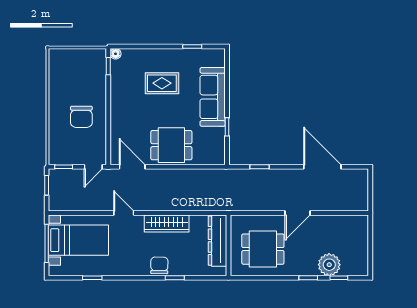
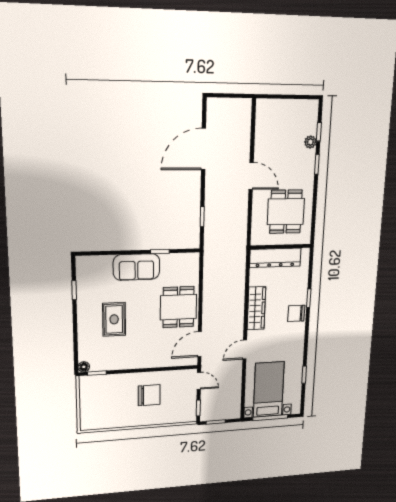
sofa: (213, 97) -> (136, 267), width x0.73
plant: (329, 265) -> (310, 142), width x0.53, depth x0.53

